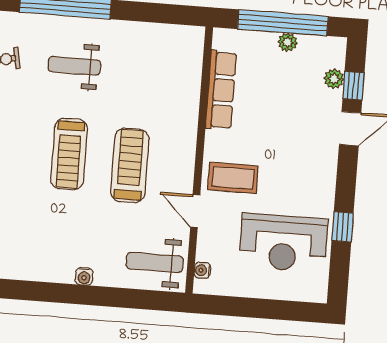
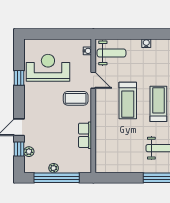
row of seats: (221, 90) -> (85, 135), width x0.68

